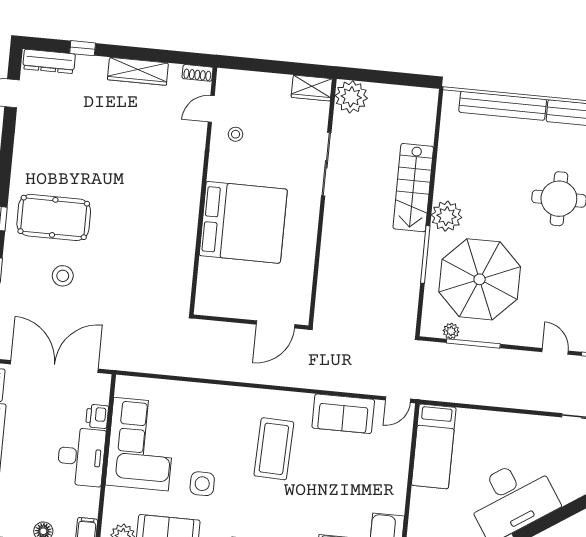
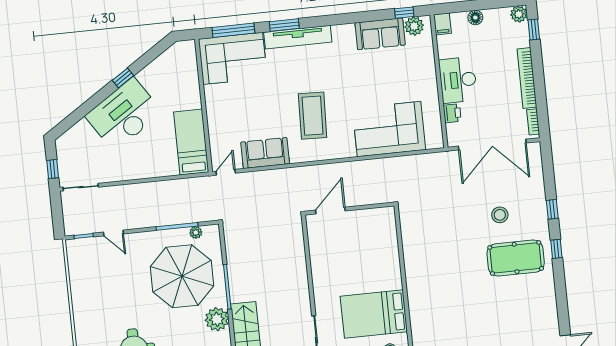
bed: (243, 222) -> (374, 314), moved, width x0.73
corner sofa: (141, 444) -> (389, 129), moved, turned 90
side table: (202, 484) -> (362, 78), removed

